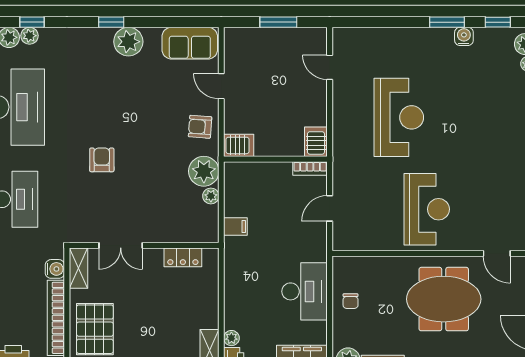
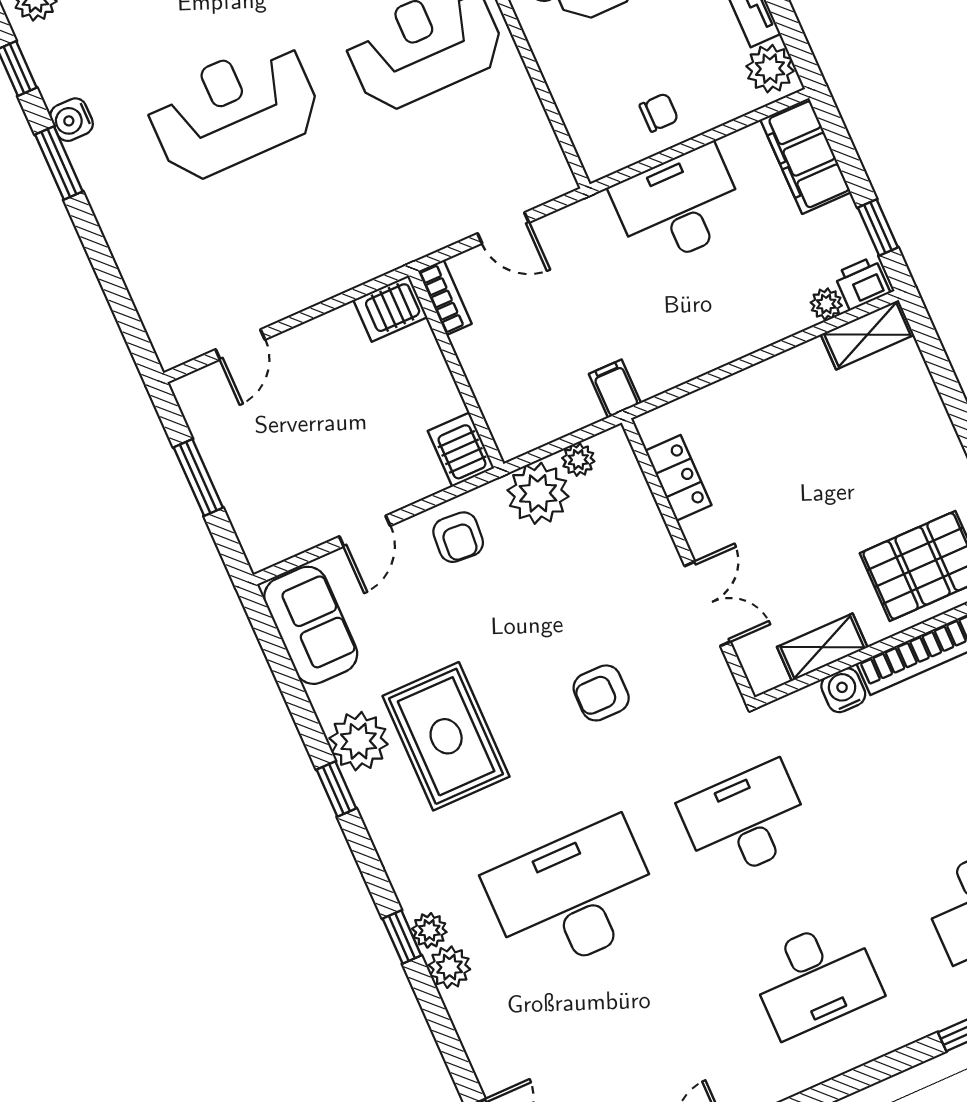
rug: (113, 82) -> (446, 736), added
reception desk: (399, 117) -> (234, 110), moved
double door: (121, 245) -> (708, 604), moved
wall: (144, 245) -> (688, 560), moved
locker: (183, 257) -> (678, 478), moved

